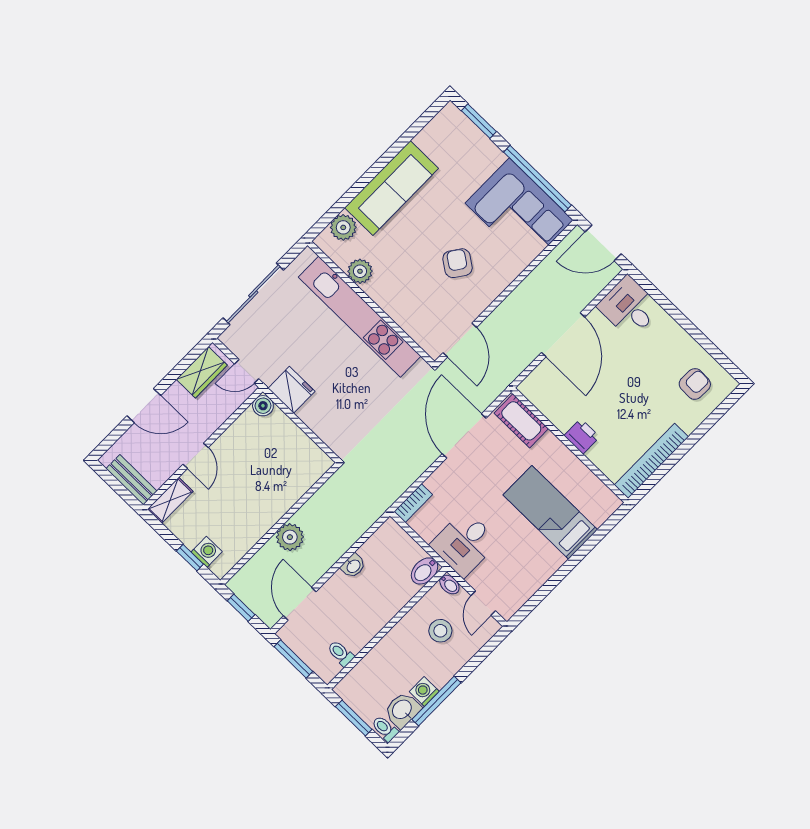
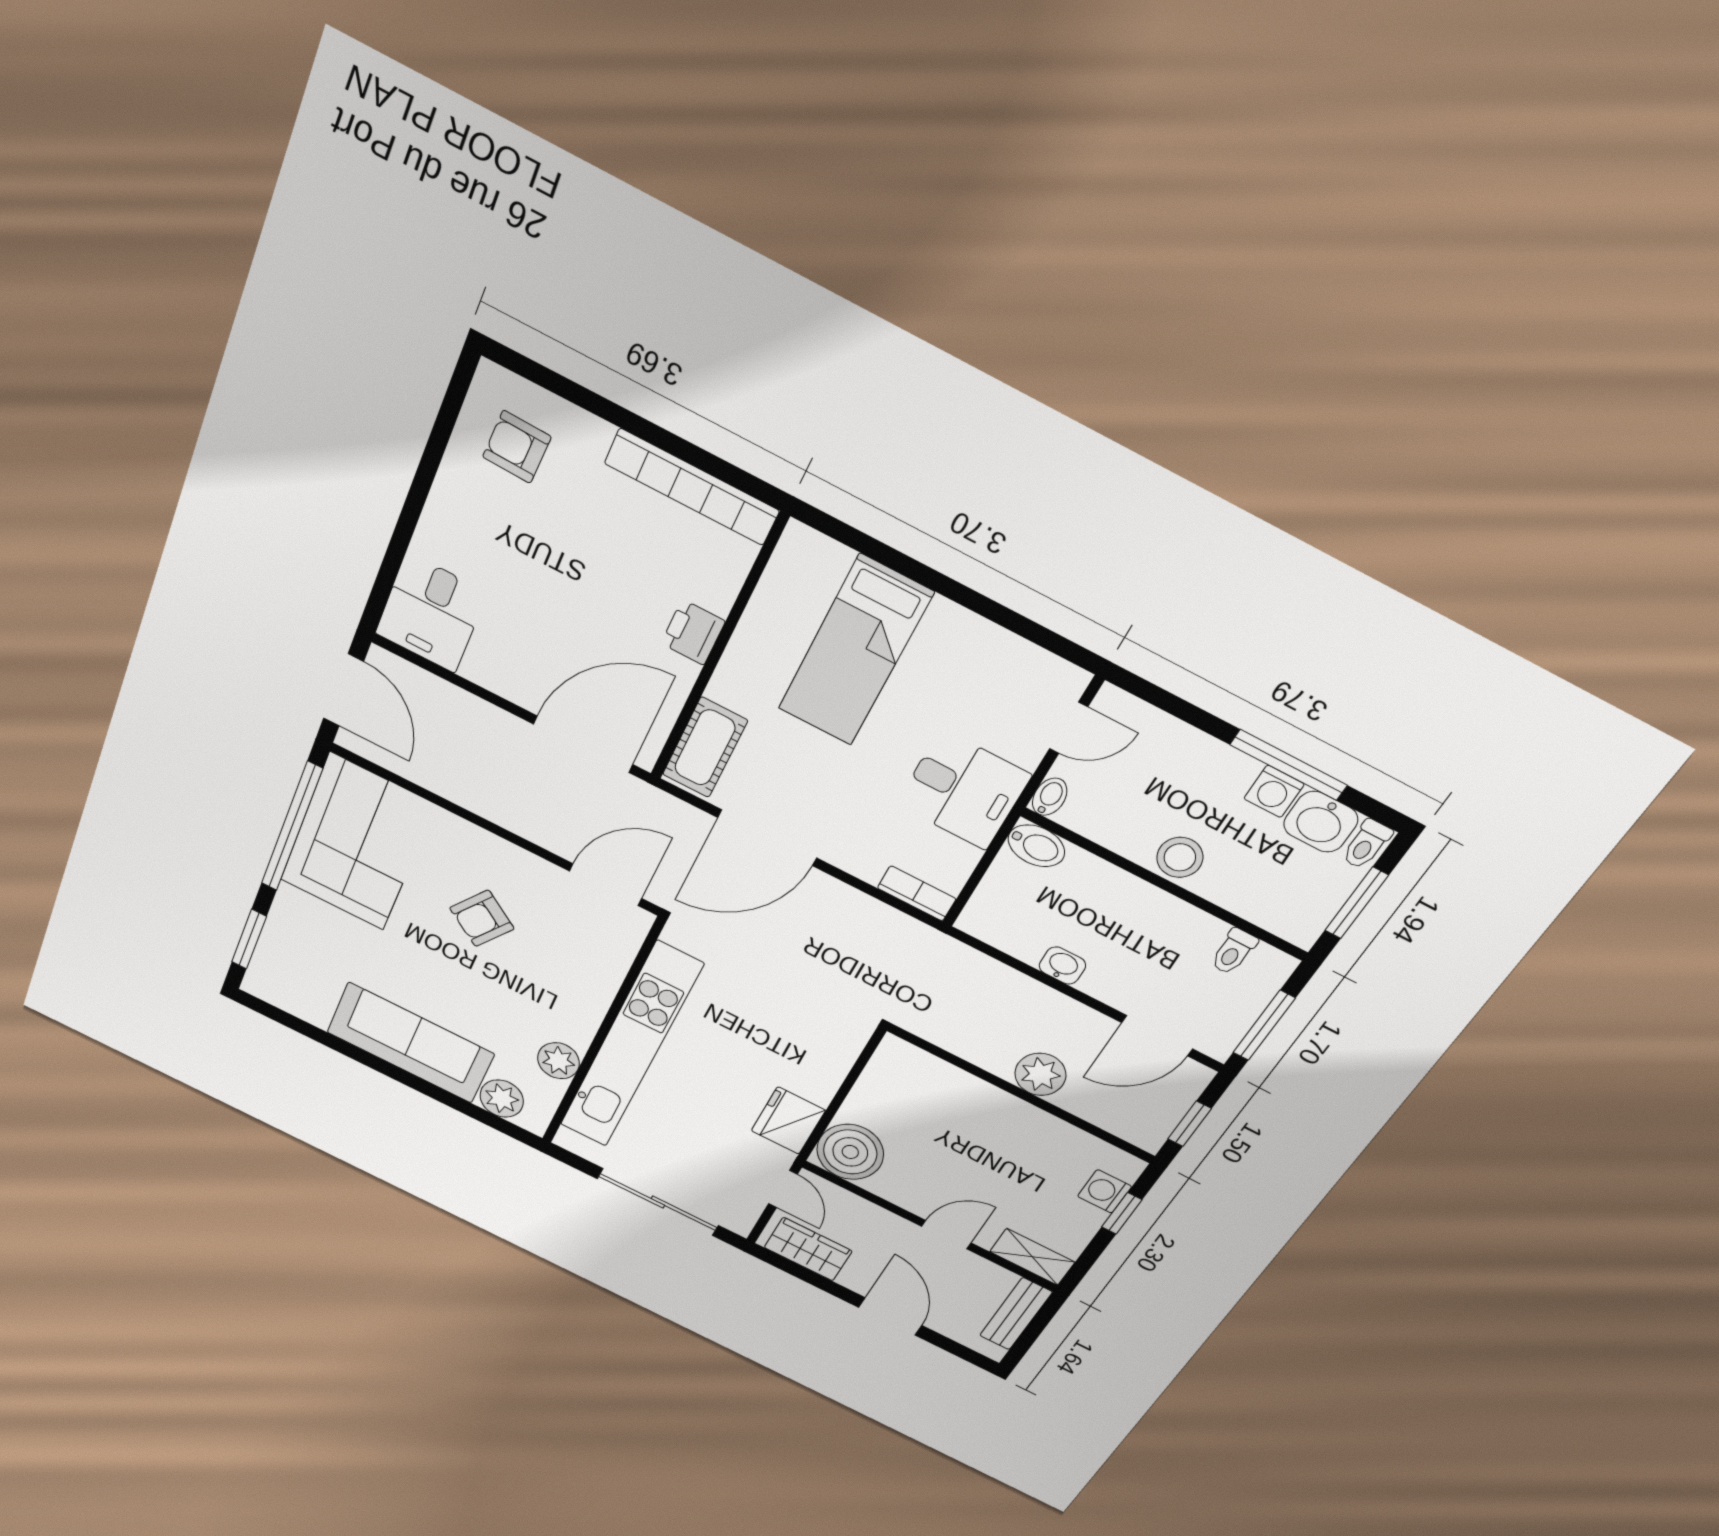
door: (563, 335) -> (583, 744), moved
boiler: (263, 406) -> (850, 1152), width x1.86, depth x1.86
stool: (440, 631) -> (1180, 857), moved

